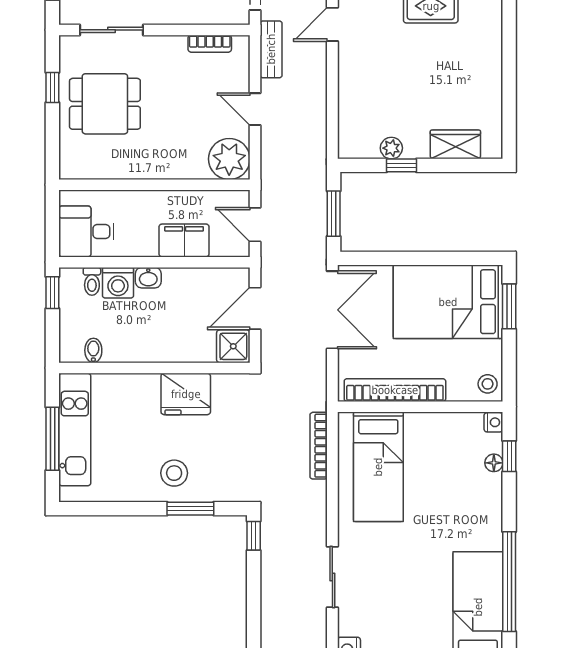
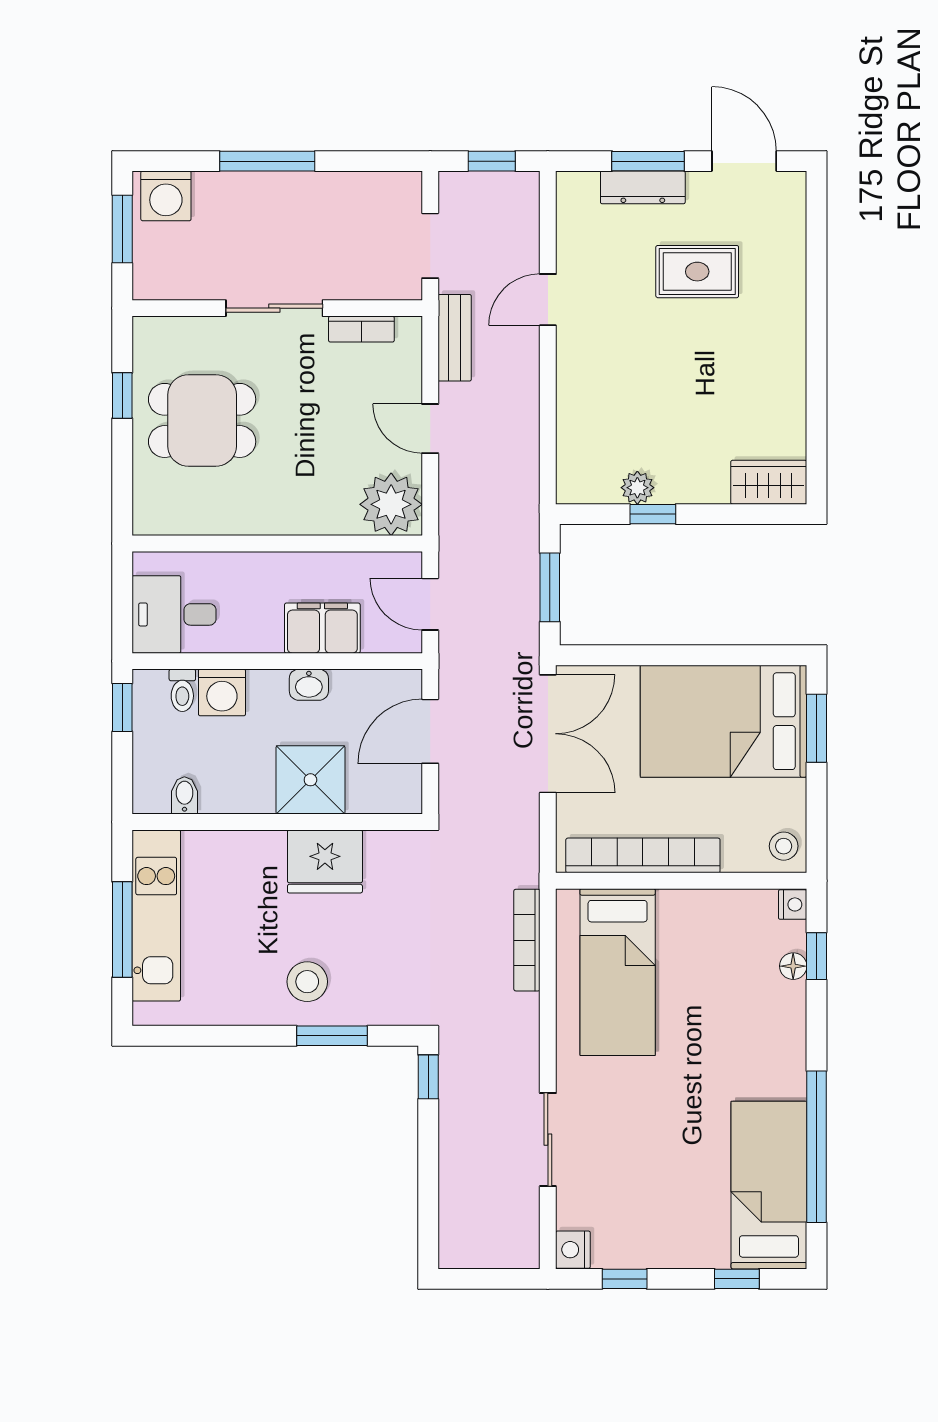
sliding door: (111, 30) -> (274, 308), moved
wardrobe: (455, 144) -> (769, 482), moved
washbasin: (148, 278) -> (309, 685), moved
shower: (233, 346) -> (310, 780), moved, width x1.36, depth x1.36

